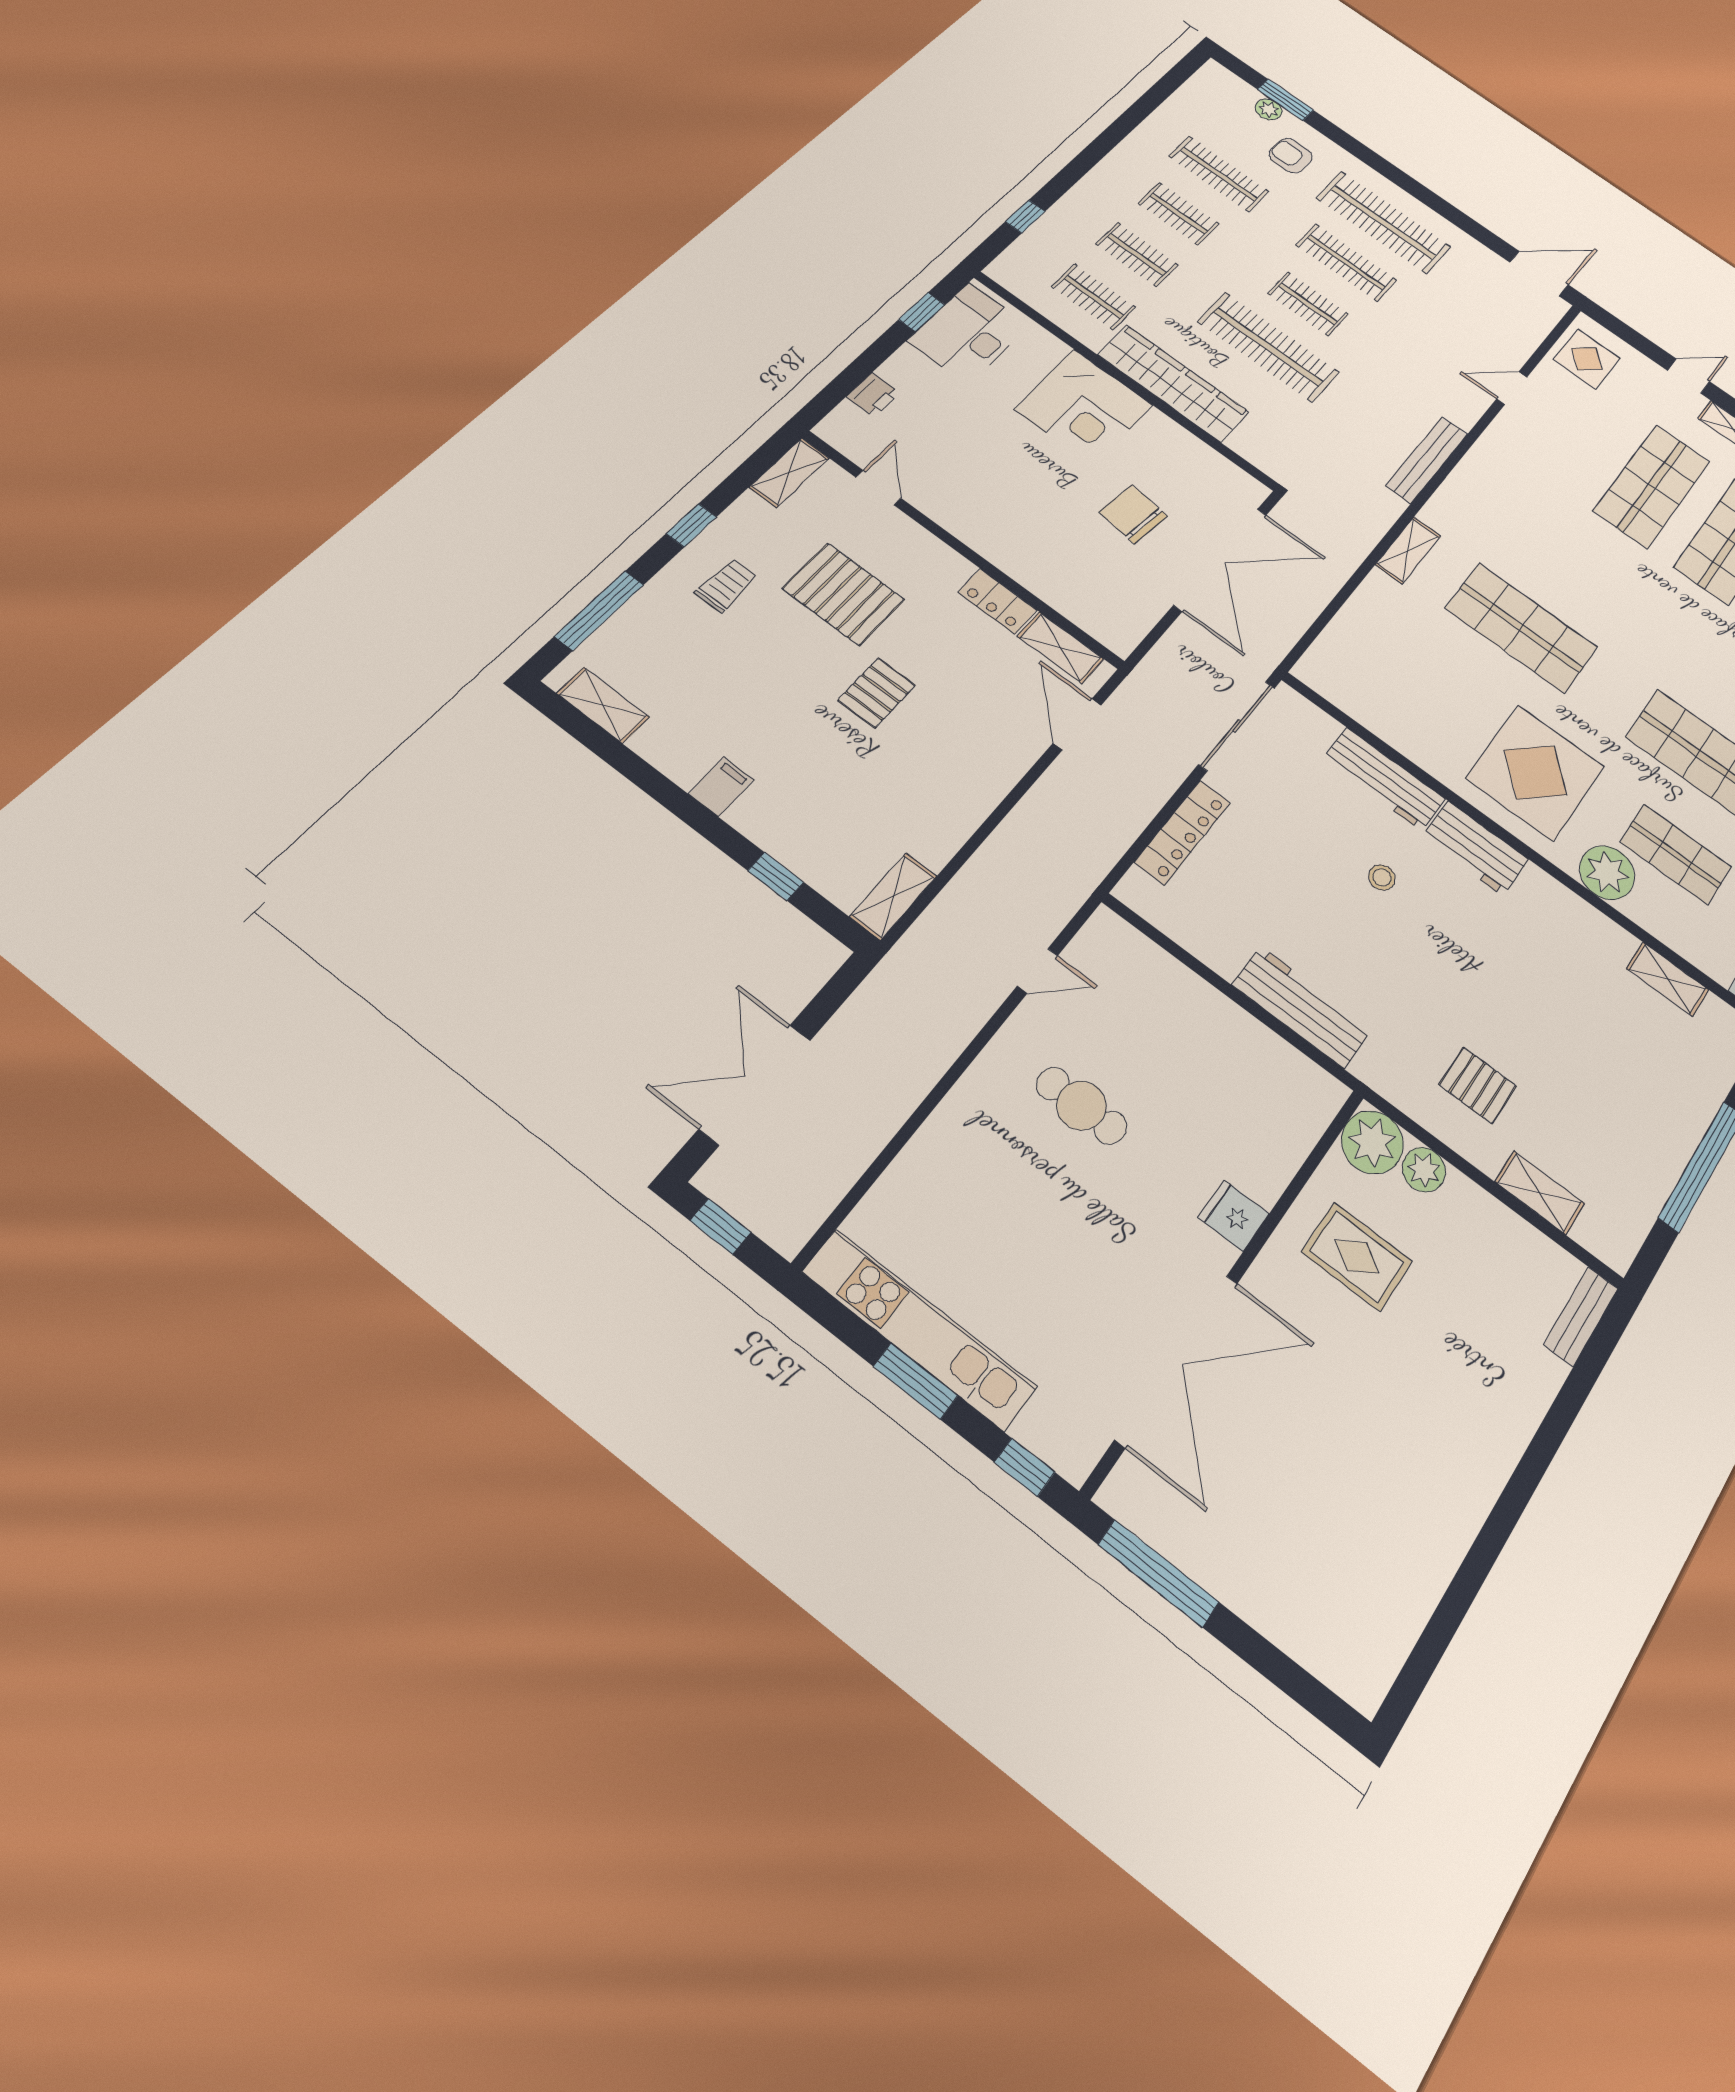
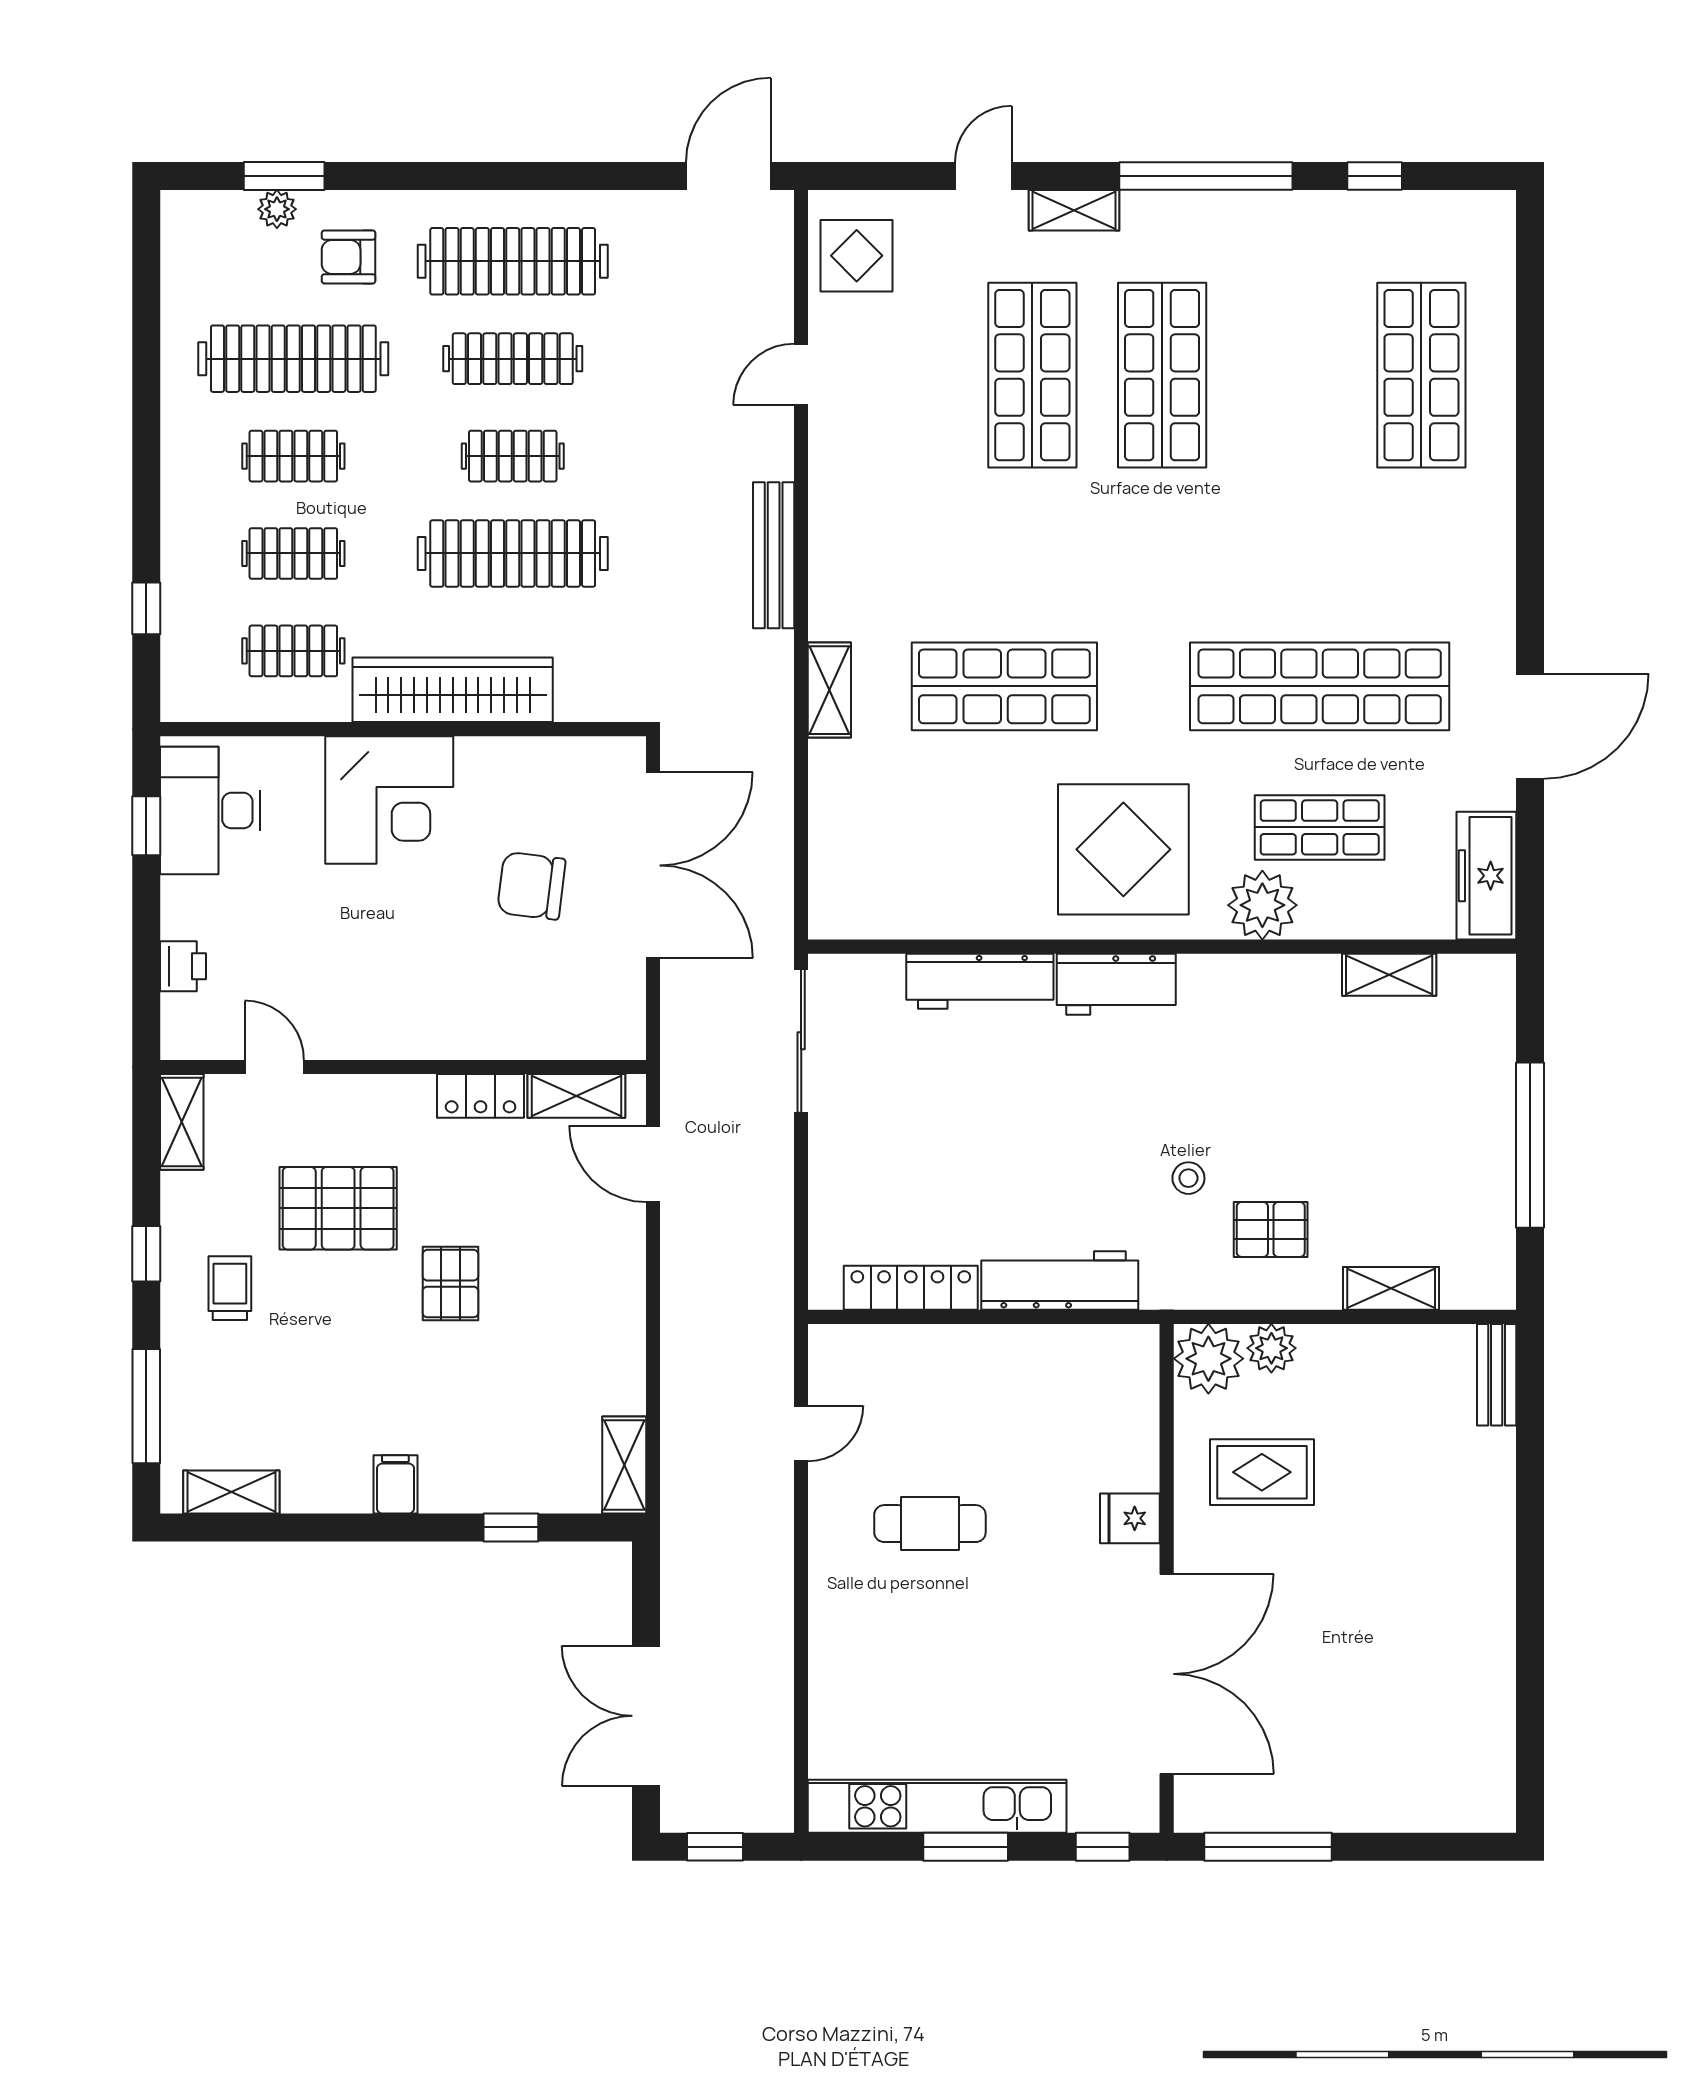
clothes rail: (1219, 174) -> (293, 359), width x1.37, depth x1.31
locker: (1182, 832) -> (911, 1288), moved, turned -90
stool: (1382, 877) -> (1188, 1178), moved

